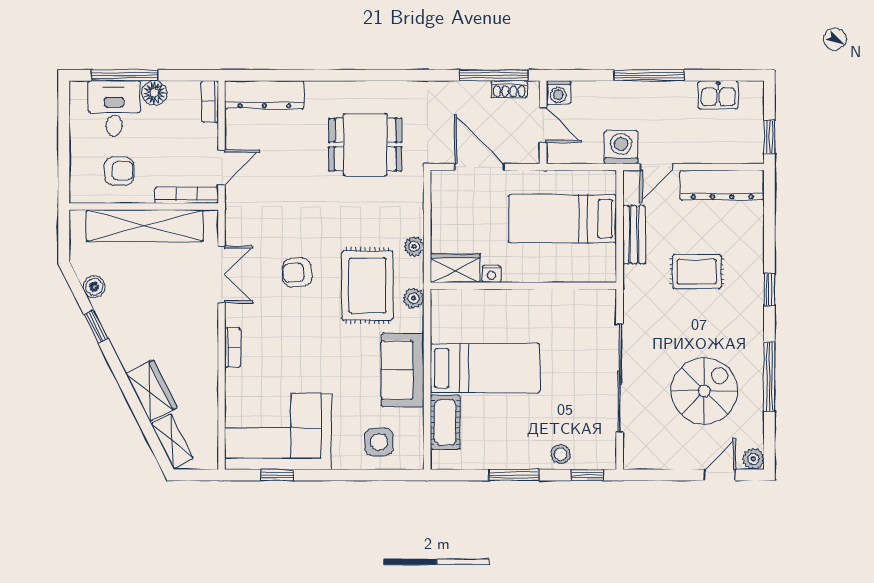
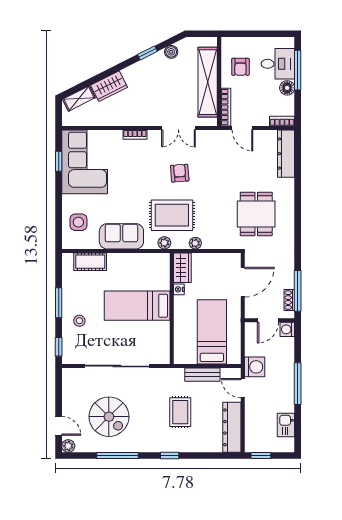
bed: (485, 368) -> (137, 306), moved, turned 90
stool: (561, 454) -> (79, 321), moved

